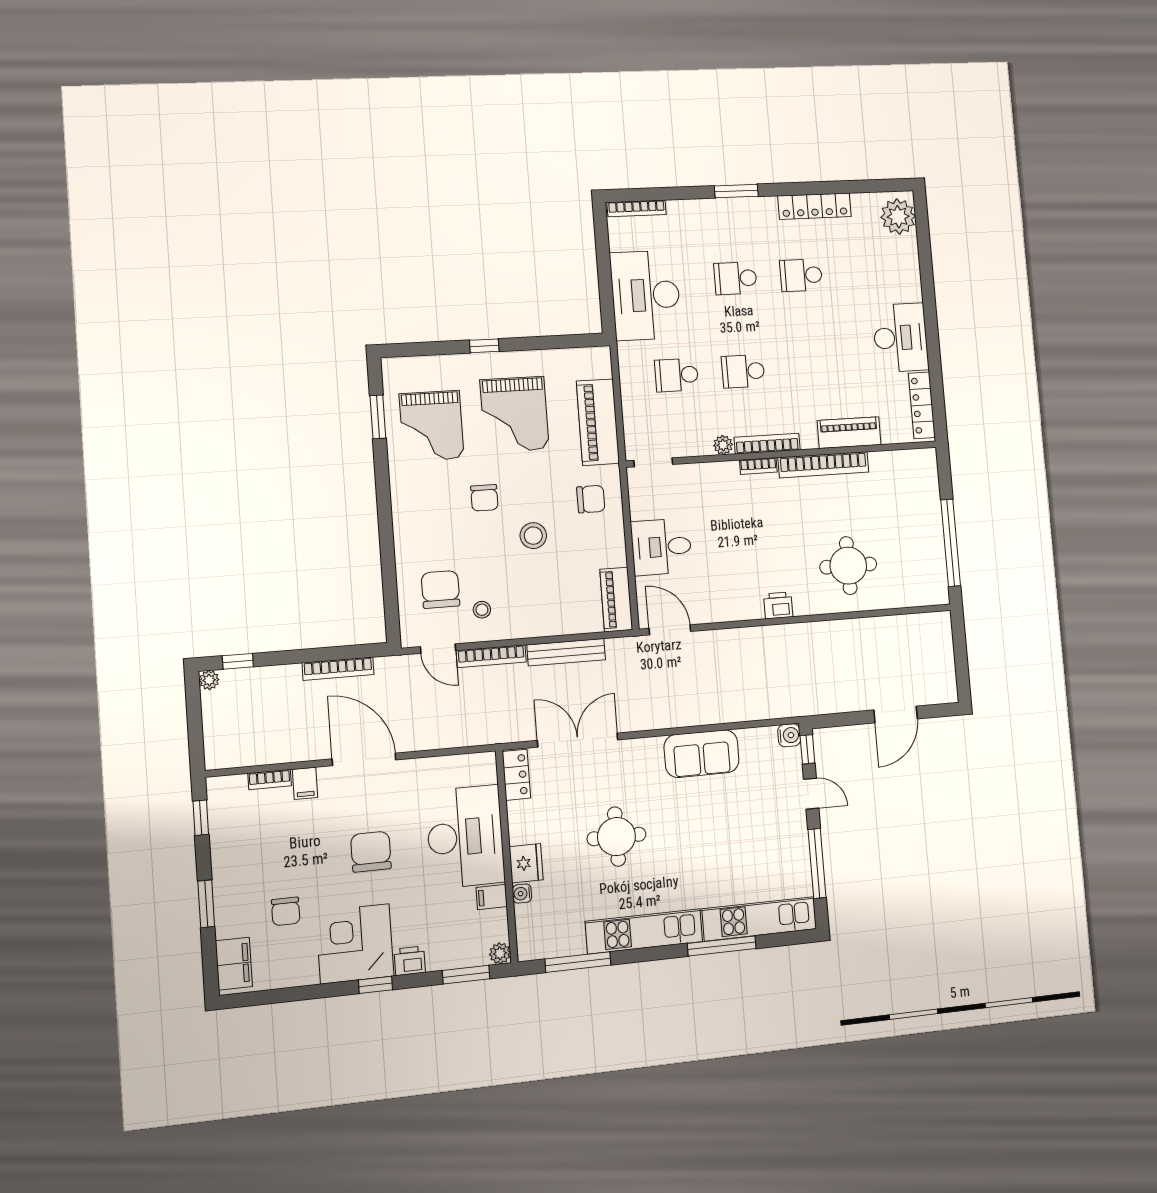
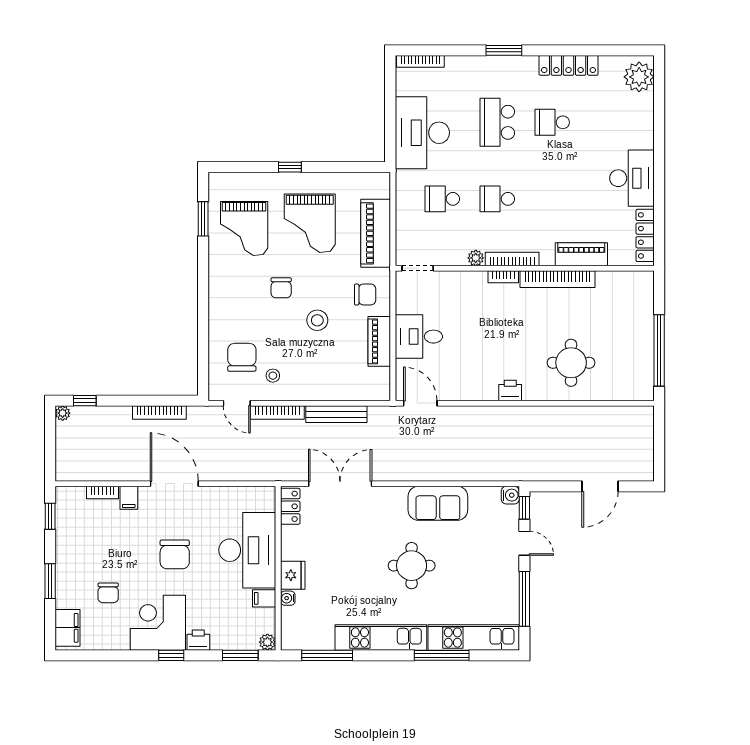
school desk: (735, 278) -> (497, 122), width x1.85
piano: (616, 599) -> (379, 341), moved
round table: (616, 837) -> (412, 566), moved
chair: (371, 852) -> (175, 554), turned 180

